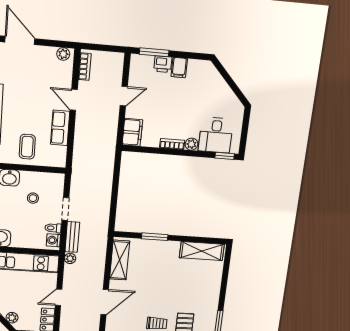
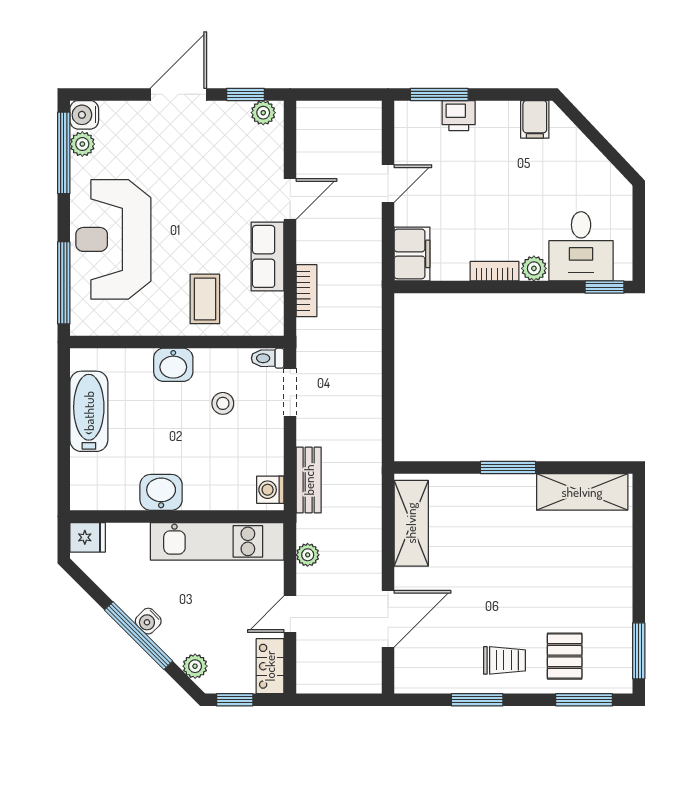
door: (20, 40) -> (178, 94), hinge flipped
window: (55, 44) -> (245, 94), added
bookcase: (85, 67) -> (307, 291), moved
filing cabinet: (179, 68) -> (535, 119), moved
door: (74, 100) -> (290, 199), swing flipped
doorway: (65, 209) -> (290, 392), moved
toilet: (53, 228) -> (268, 358), moved
window: (155, 237) -> (508, 467), moved
plant: (70, 258) -> (308, 555), moved

